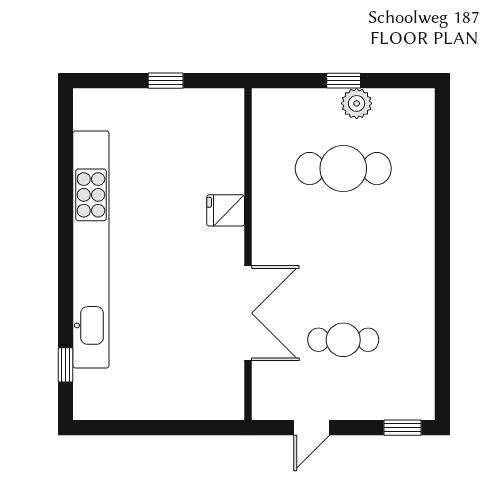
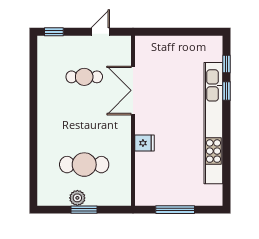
window: (166, 81) -> (175, 210), width x2.17
window: (344, 81) -> (84, 210), width x1.50
window: (66, 312) -> (226, 91), added

